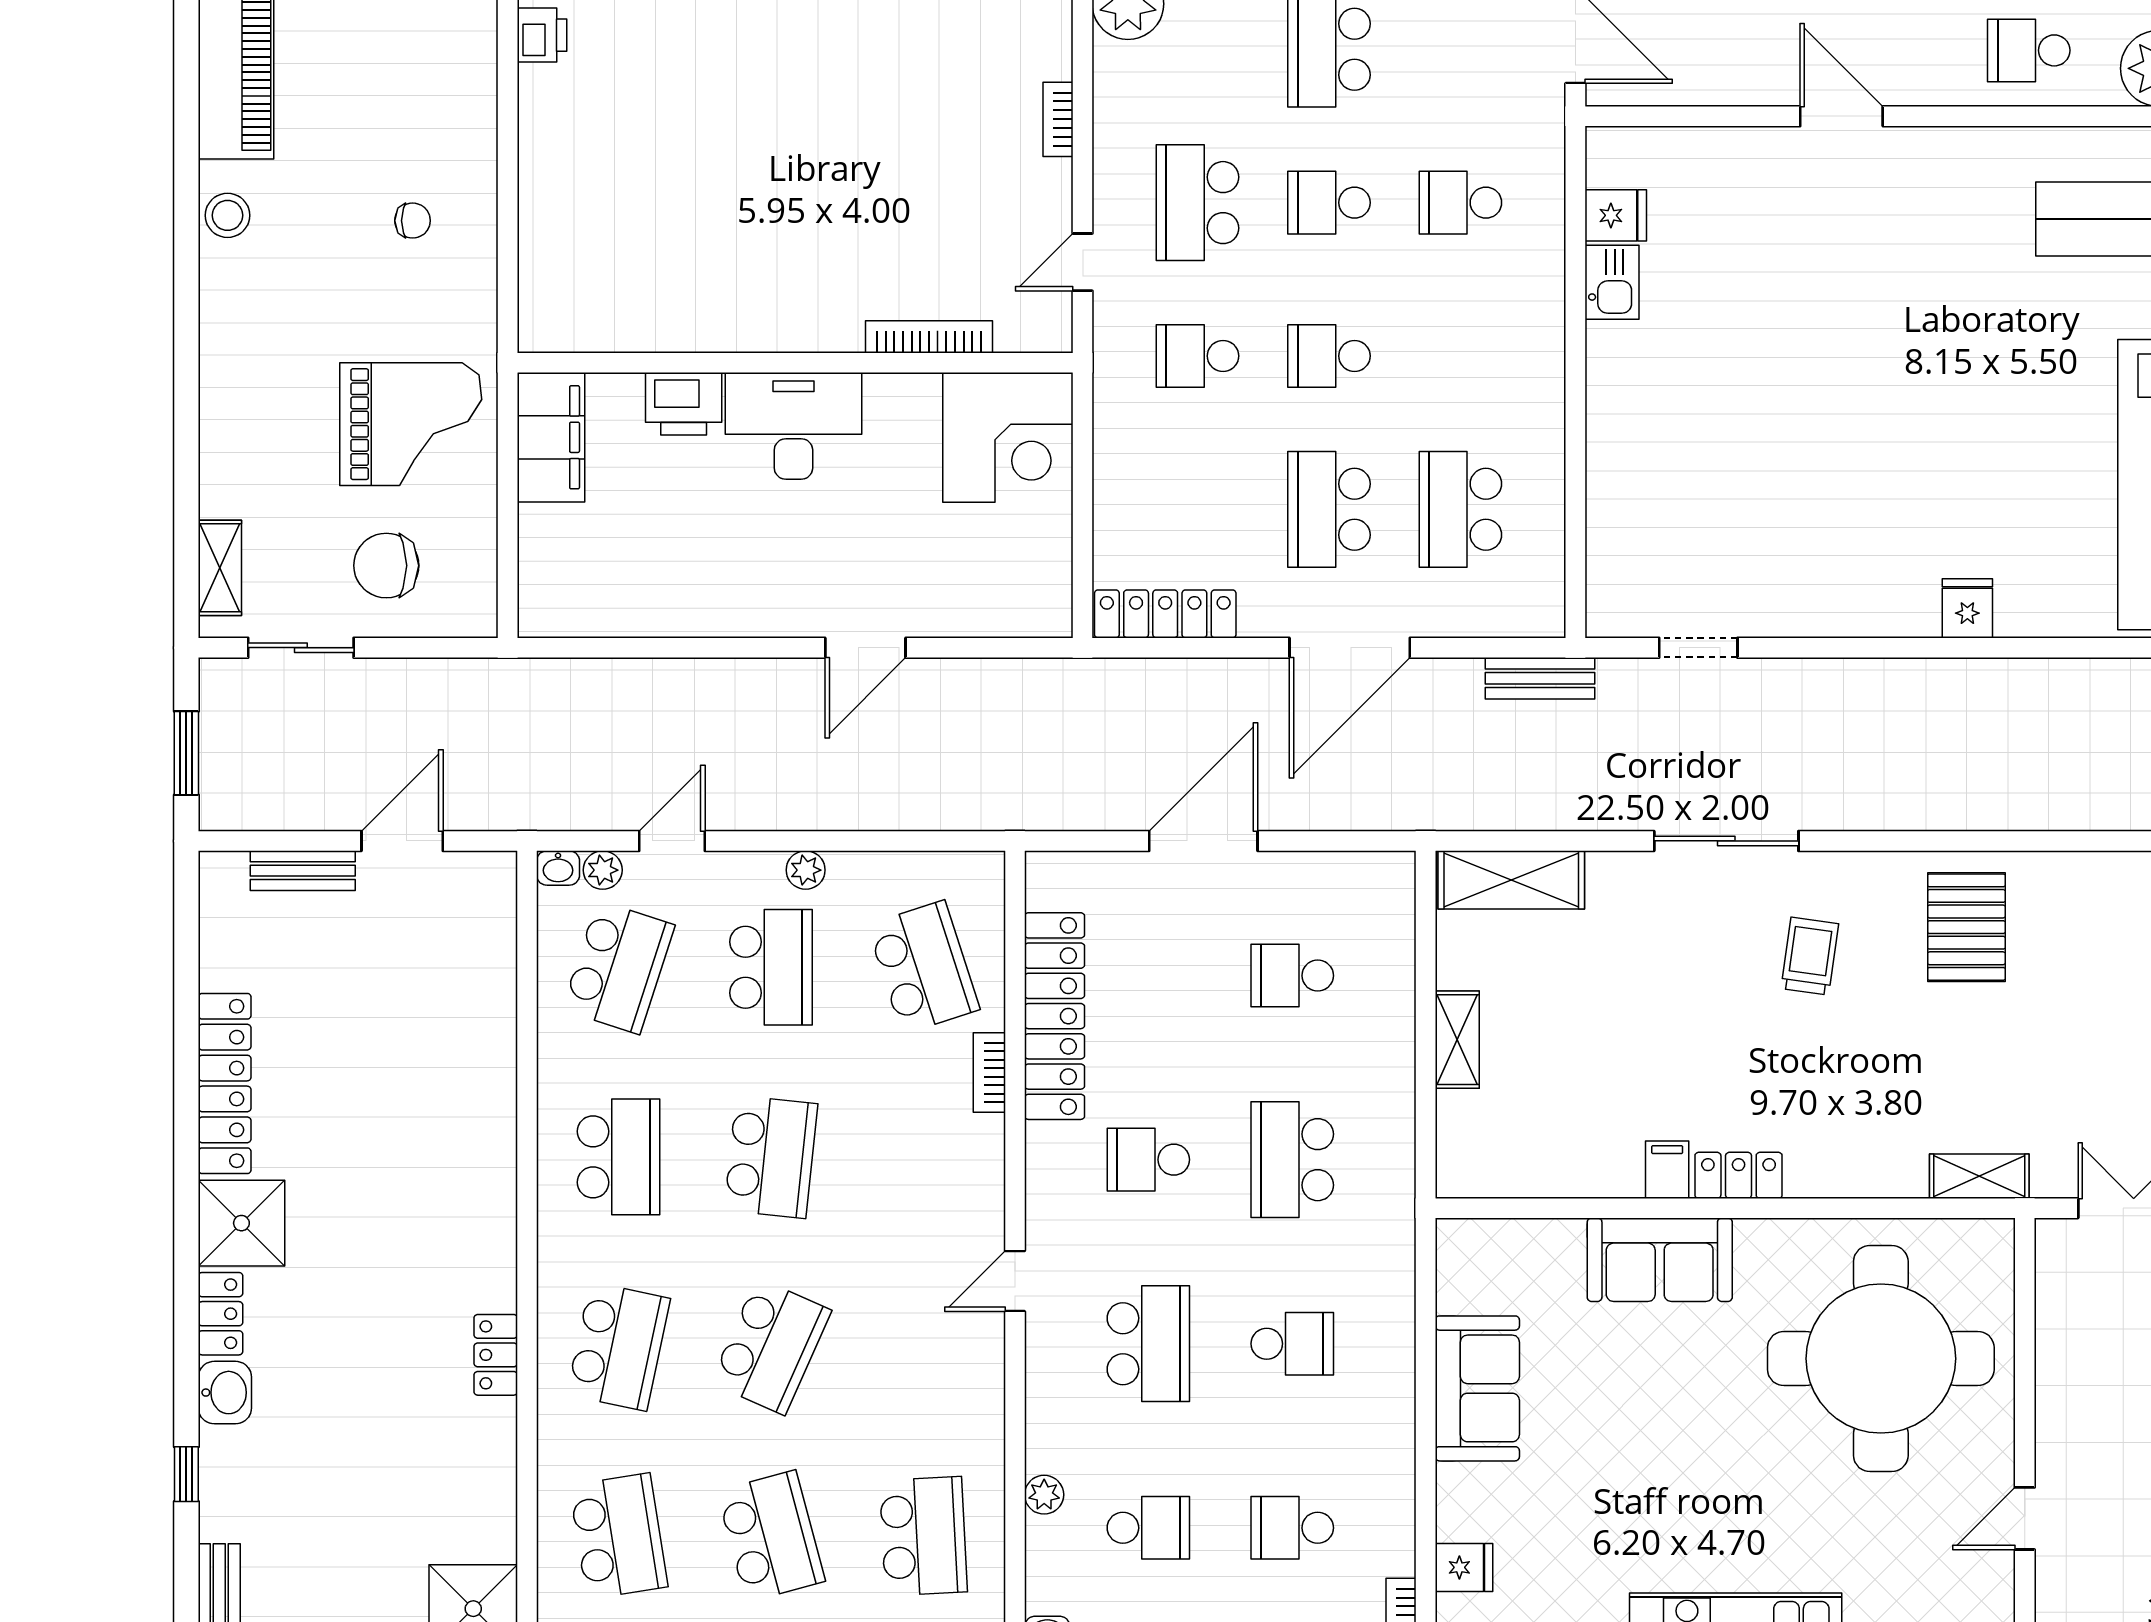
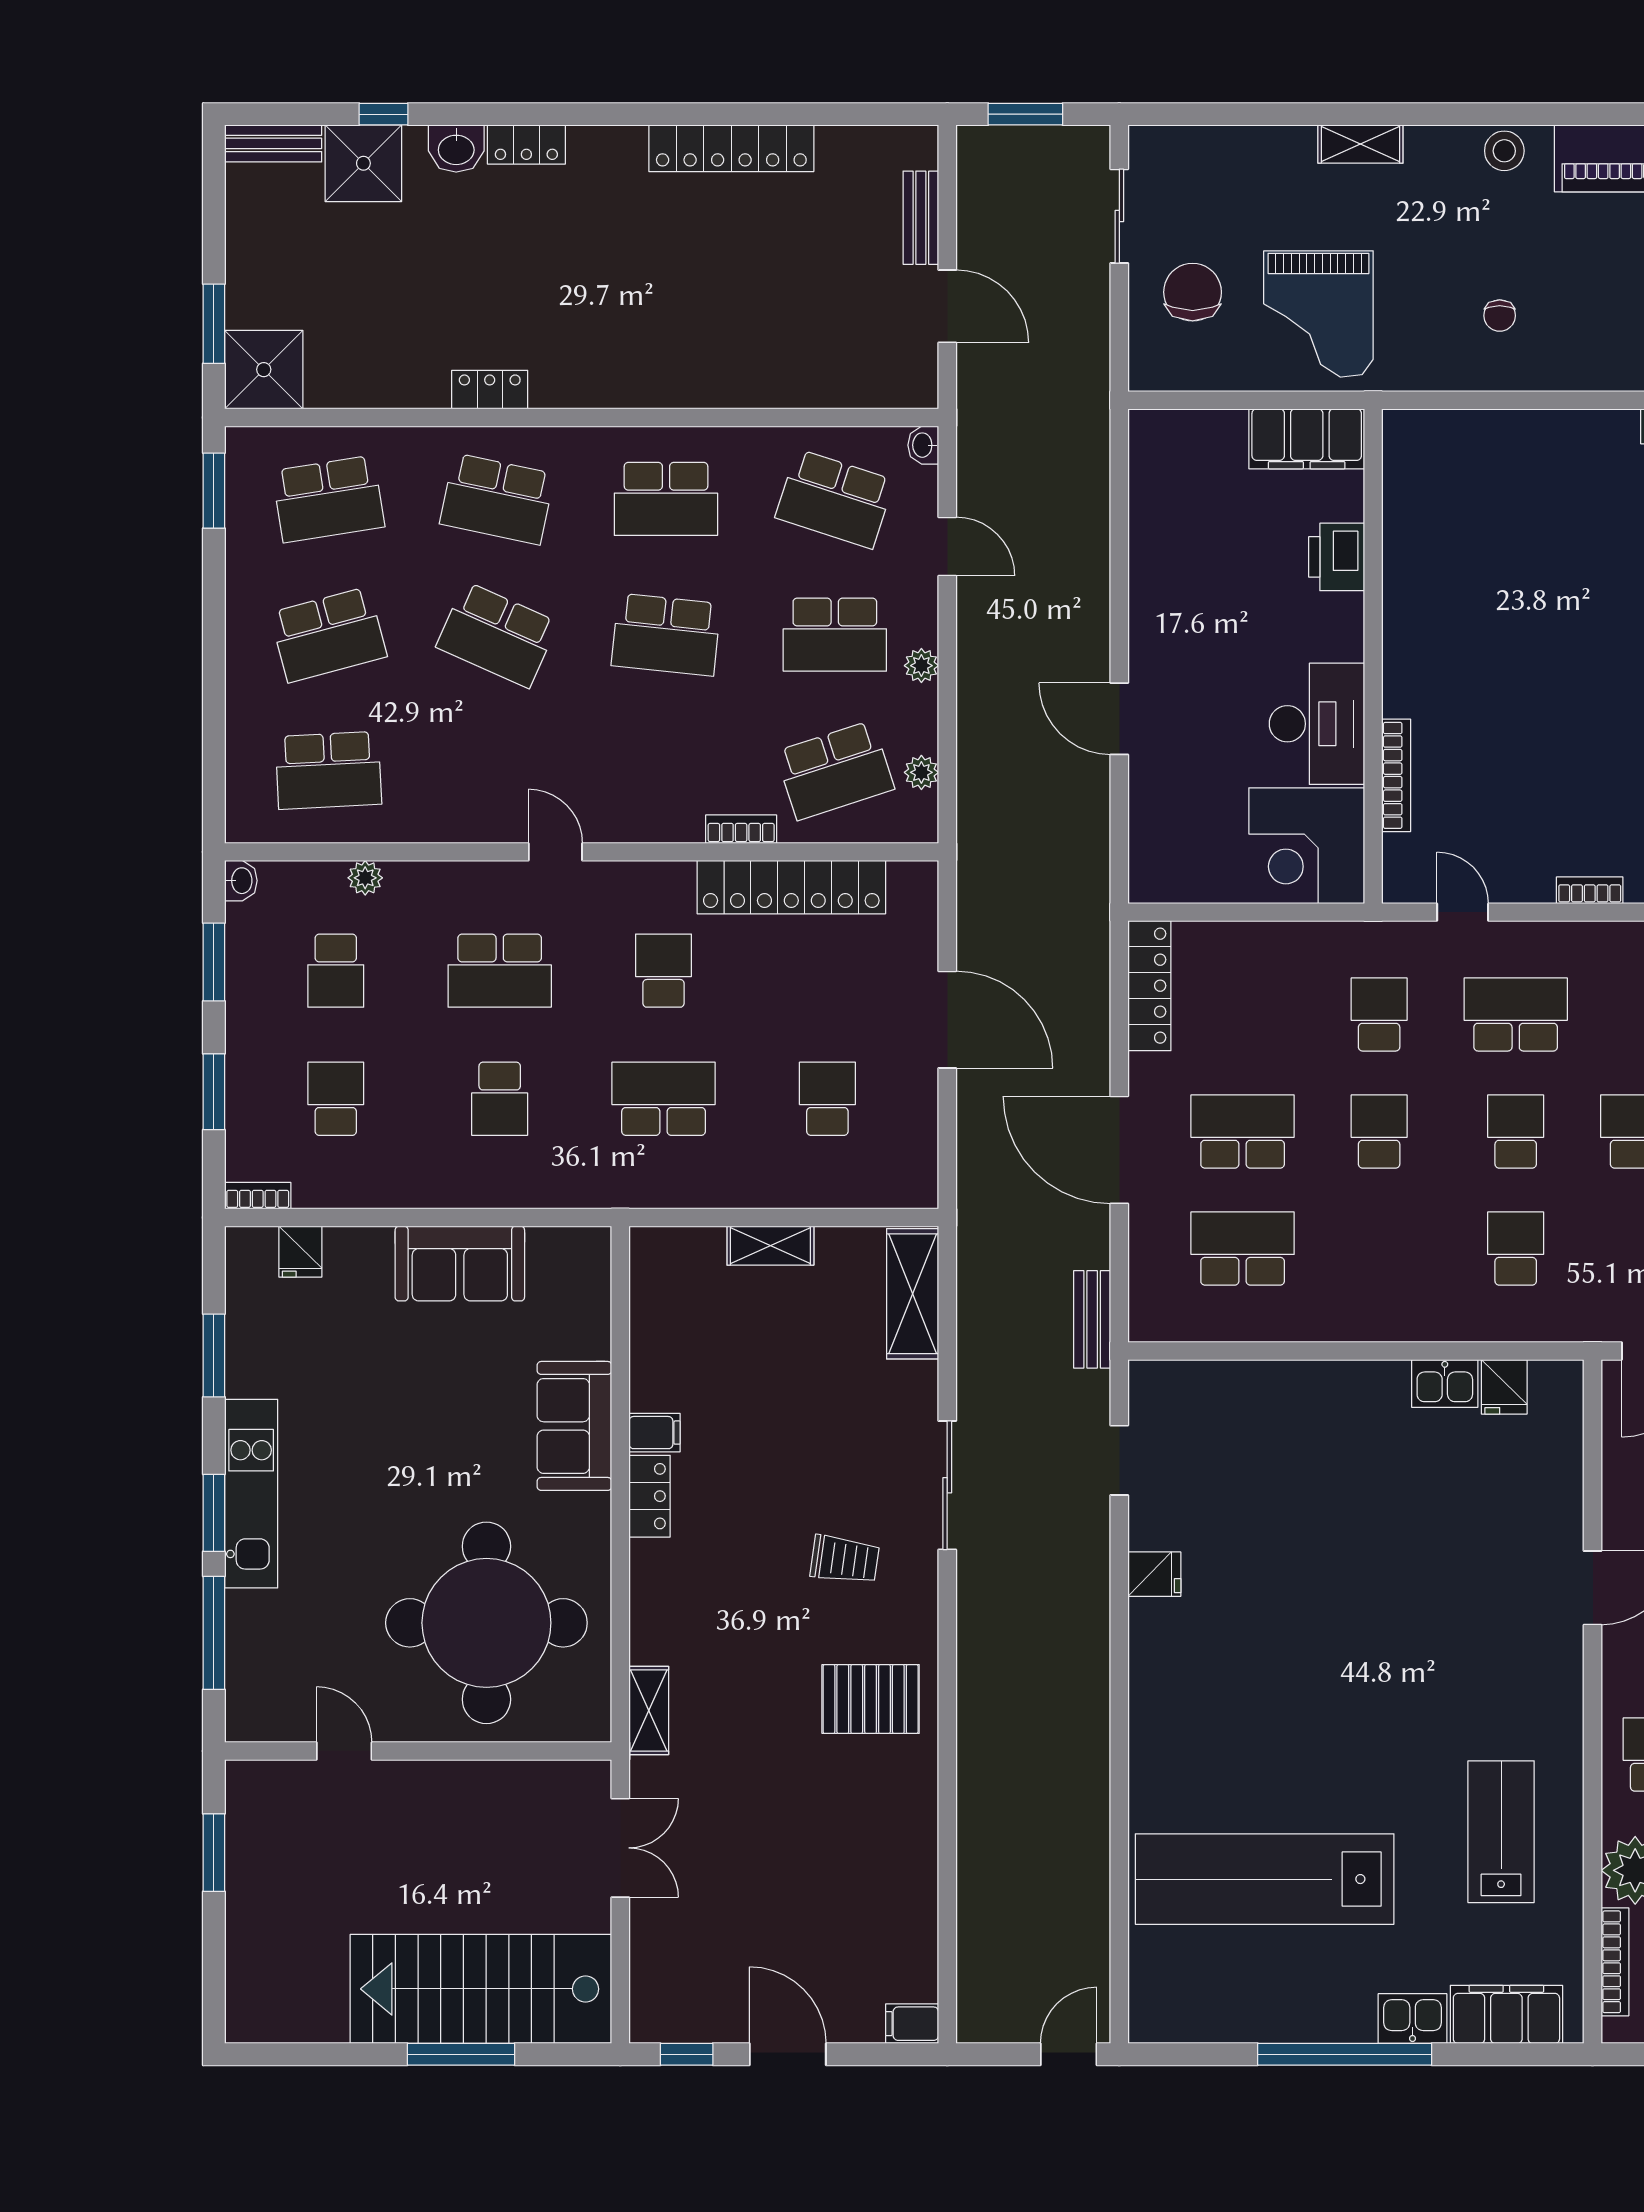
desk: (793, 426) -> (1317, 724), moved
shelving: (220, 568) -> (1360, 144), moved
fridge: (1967, 608) -> (1154, 1574), moved
plant: (603, 870) -> (921, 772), moved
shower: (241, 1223) -> (363, 163), moved

